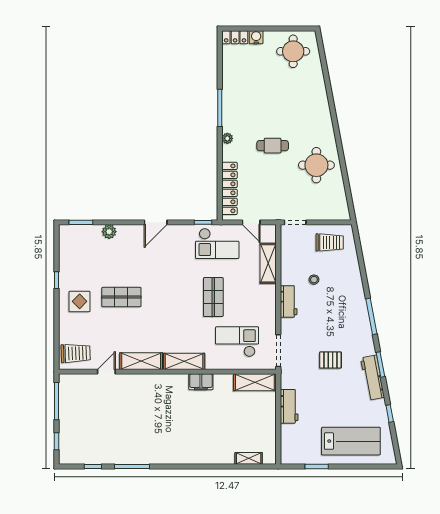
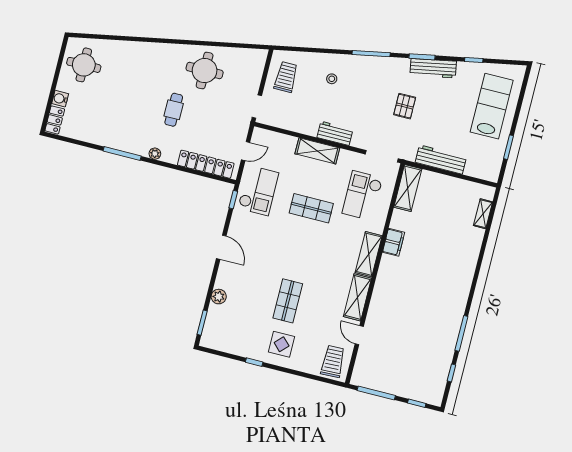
shelving: (268, 263) -> (317, 151), moved
stool: (314, 280) -> (332, 79), moved
workbench: (289, 406) -> (441, 160), width x1.38

